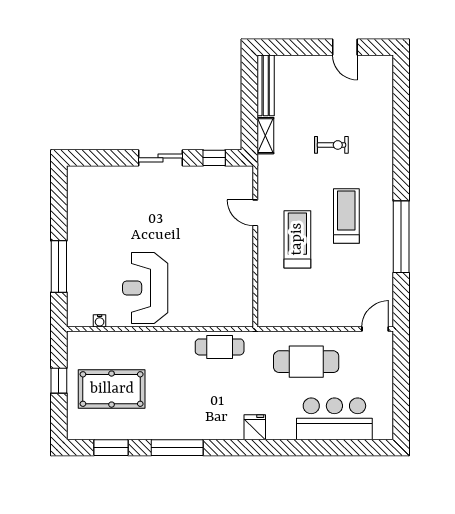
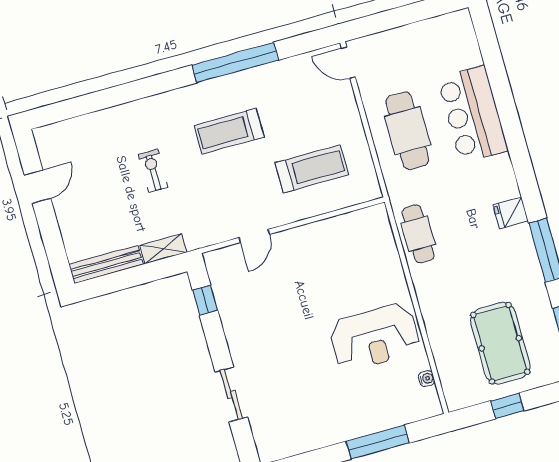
sliding door: (161, 158) -> (231, 394), moved
treadmill: (297, 239) -> (312, 169), moved, turned 180
bar counter: (334, 419) -> (473, 114), moved
fridge: (255, 427) -> (511, 213), moved

